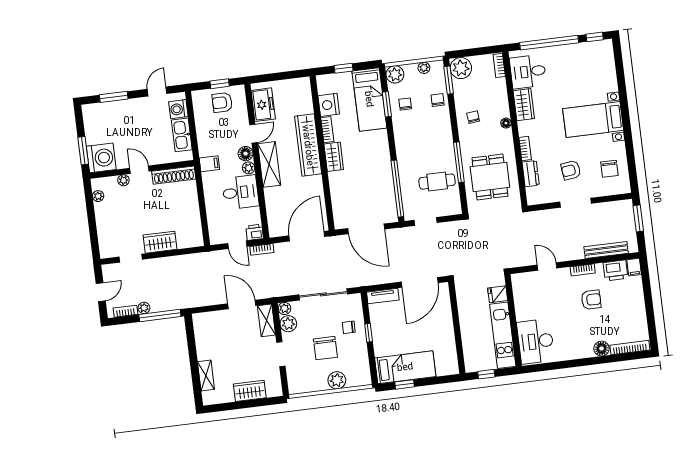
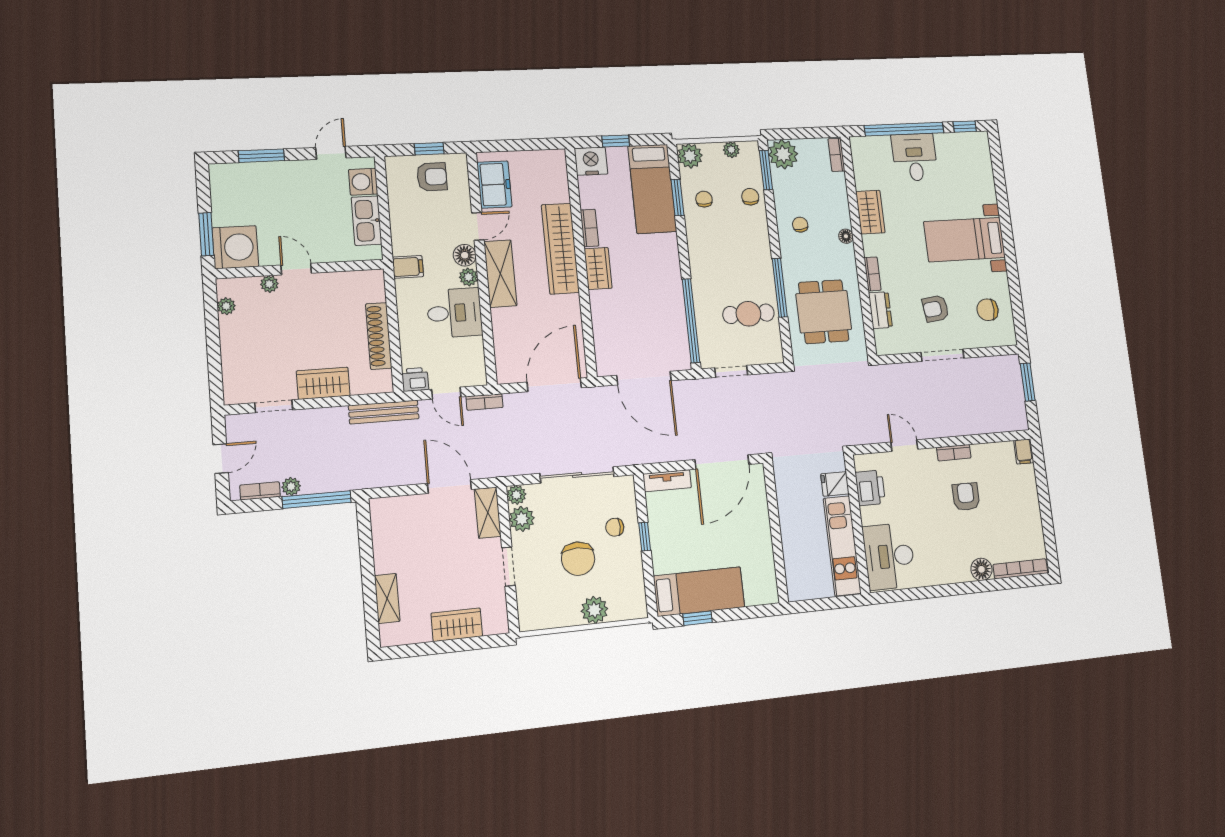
desk: (528, 72) -> (915, 157), moved, turned 90
armchair: (222, 102) -> (432, 177), turned 180
nightstand: (329, 105) -> (591, 161), moved, turned 90
chair: (609, 169) -> (988, 310), turned 90
shoe rack: (174, 175) -> (379, 336), moved, turned 90
printer: (255, 232) -> (415, 379), moved
bench: (606, 250) -> (384, 412), moved
printer: (616, 270) -> (870, 488), moved, turned -90
armchair: (591, 300) -> (966, 497), turned -90
window: (486, 374) -> (819, 605), removed

